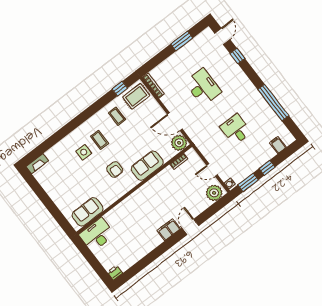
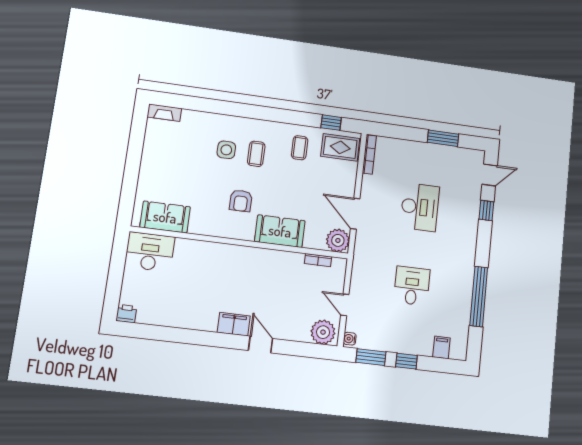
door: (190, 227) -> (261, 345), hinge flipped

